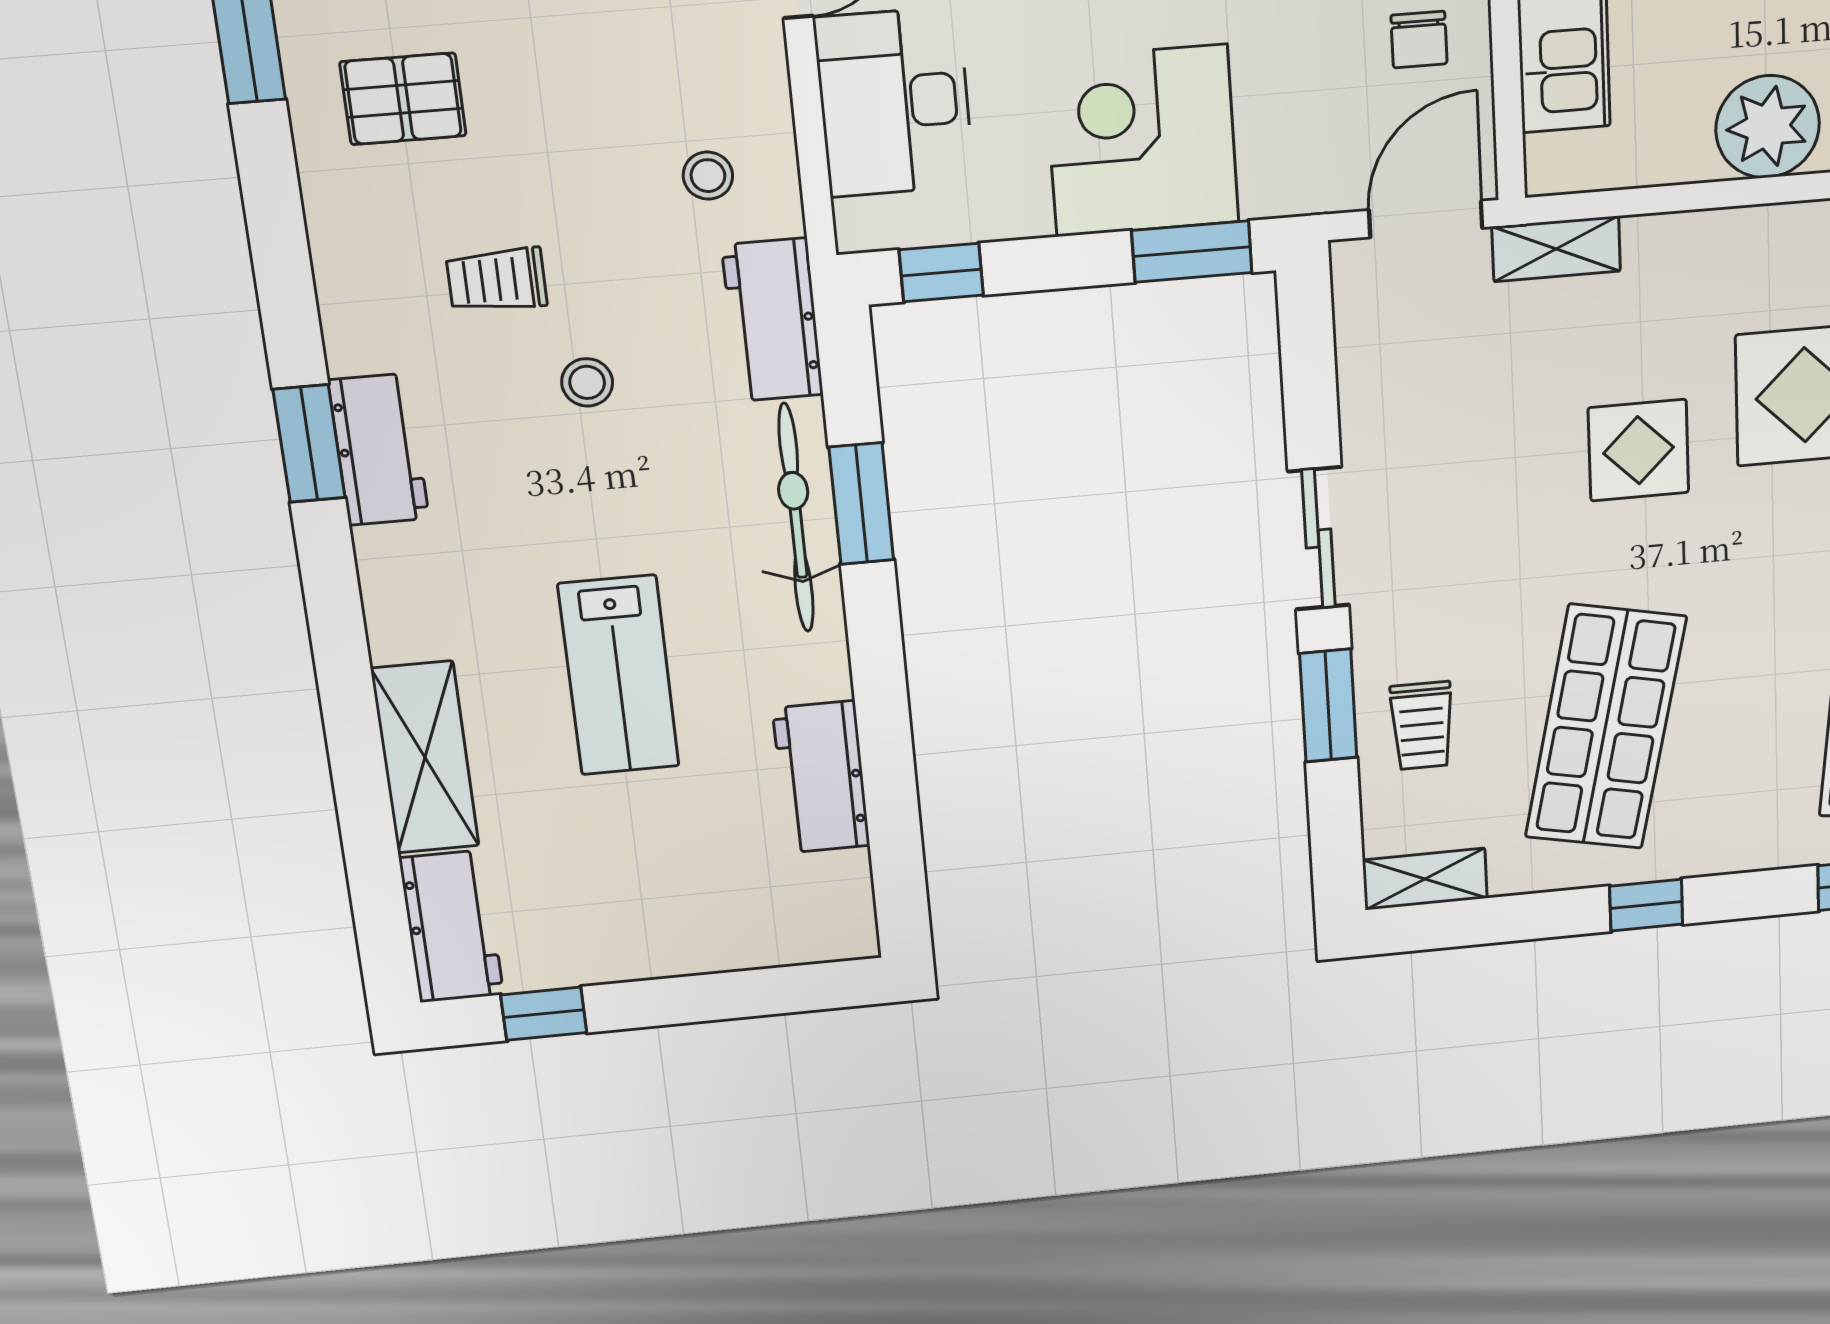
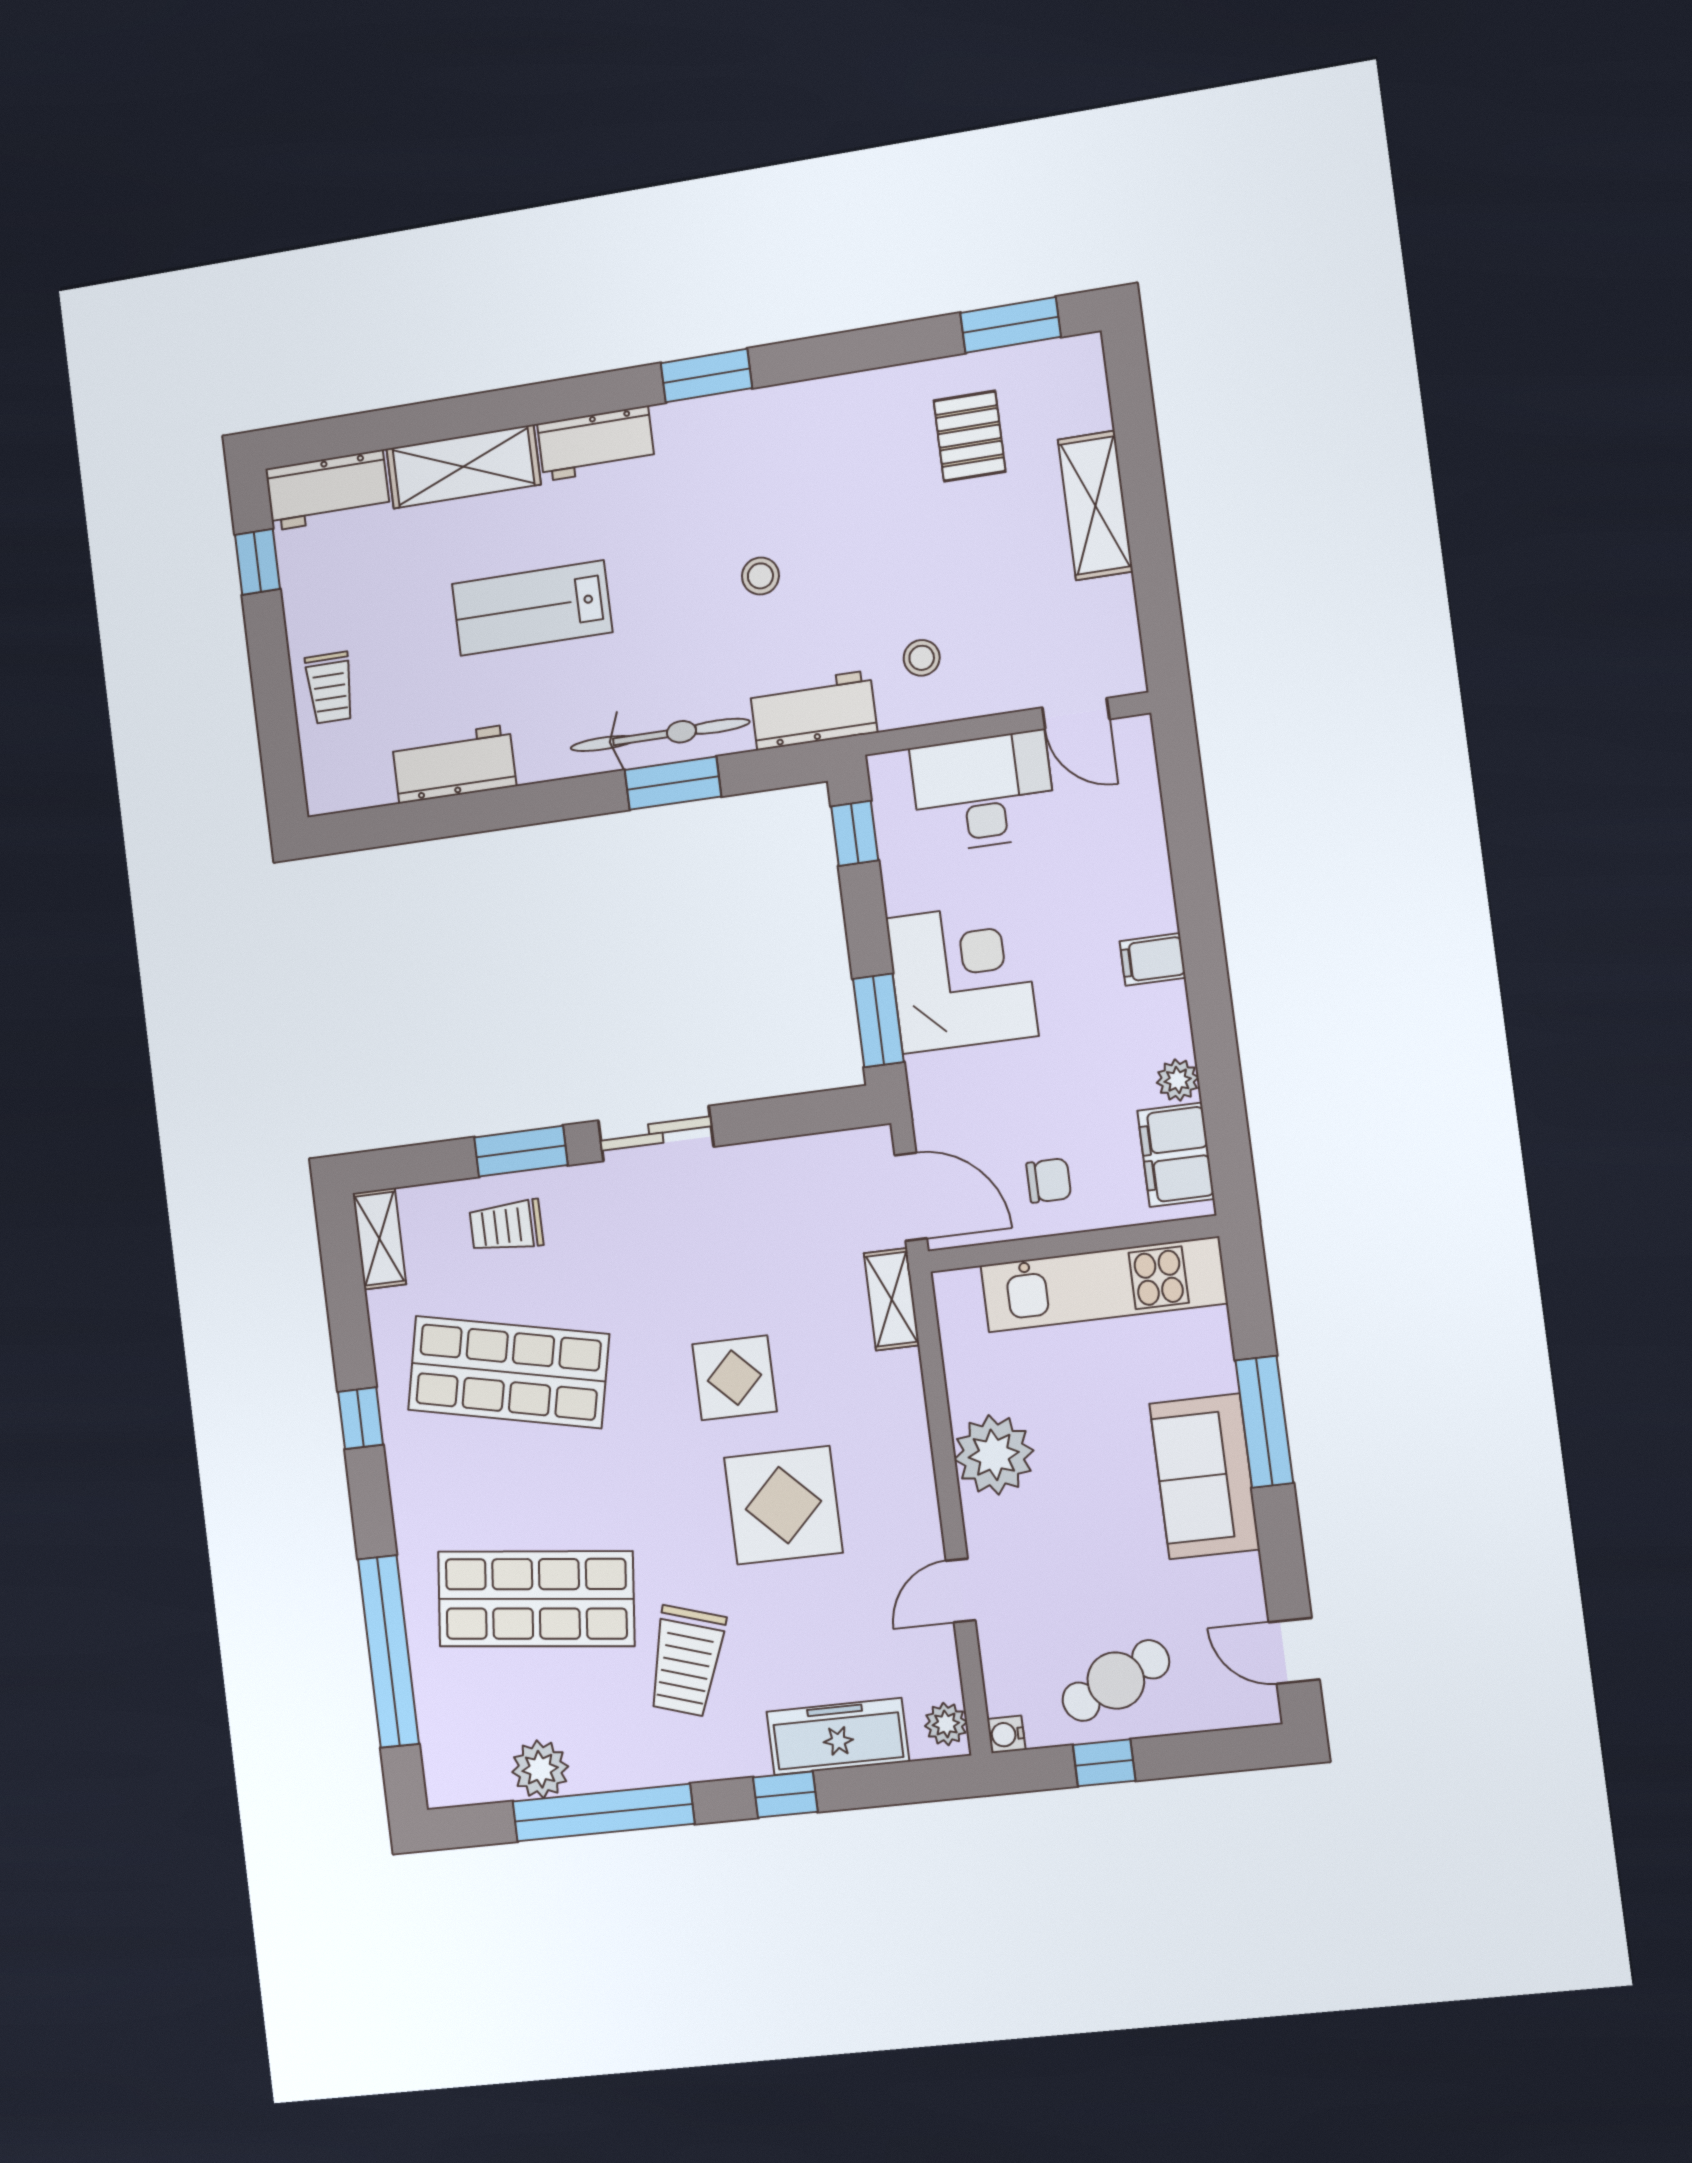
chair: (1419, 40) -> (1049, 1180), turned 180
trolley: (497, 280) -> (330, 688), moved, turned 180
workbench: (379, 449) -> (596, 444), moved

